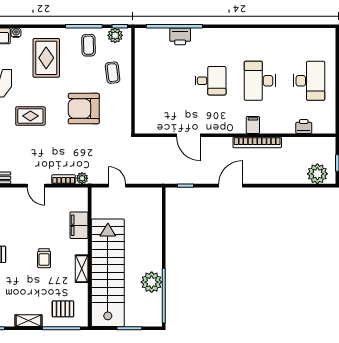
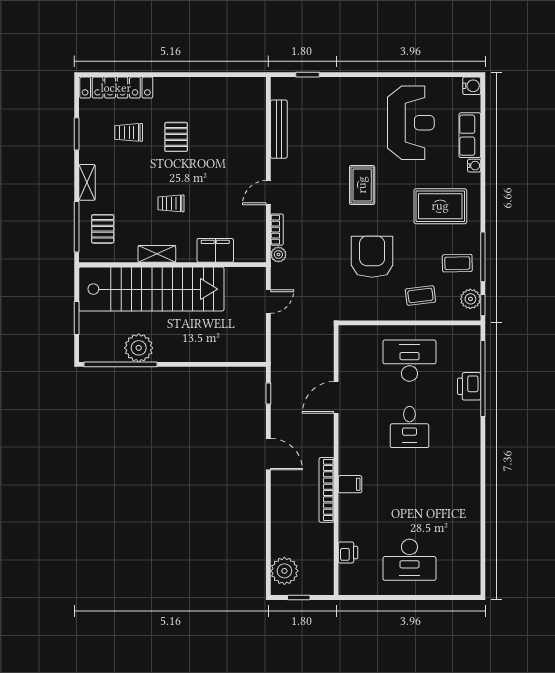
desk: (260, 81) -> (409, 361), moved

